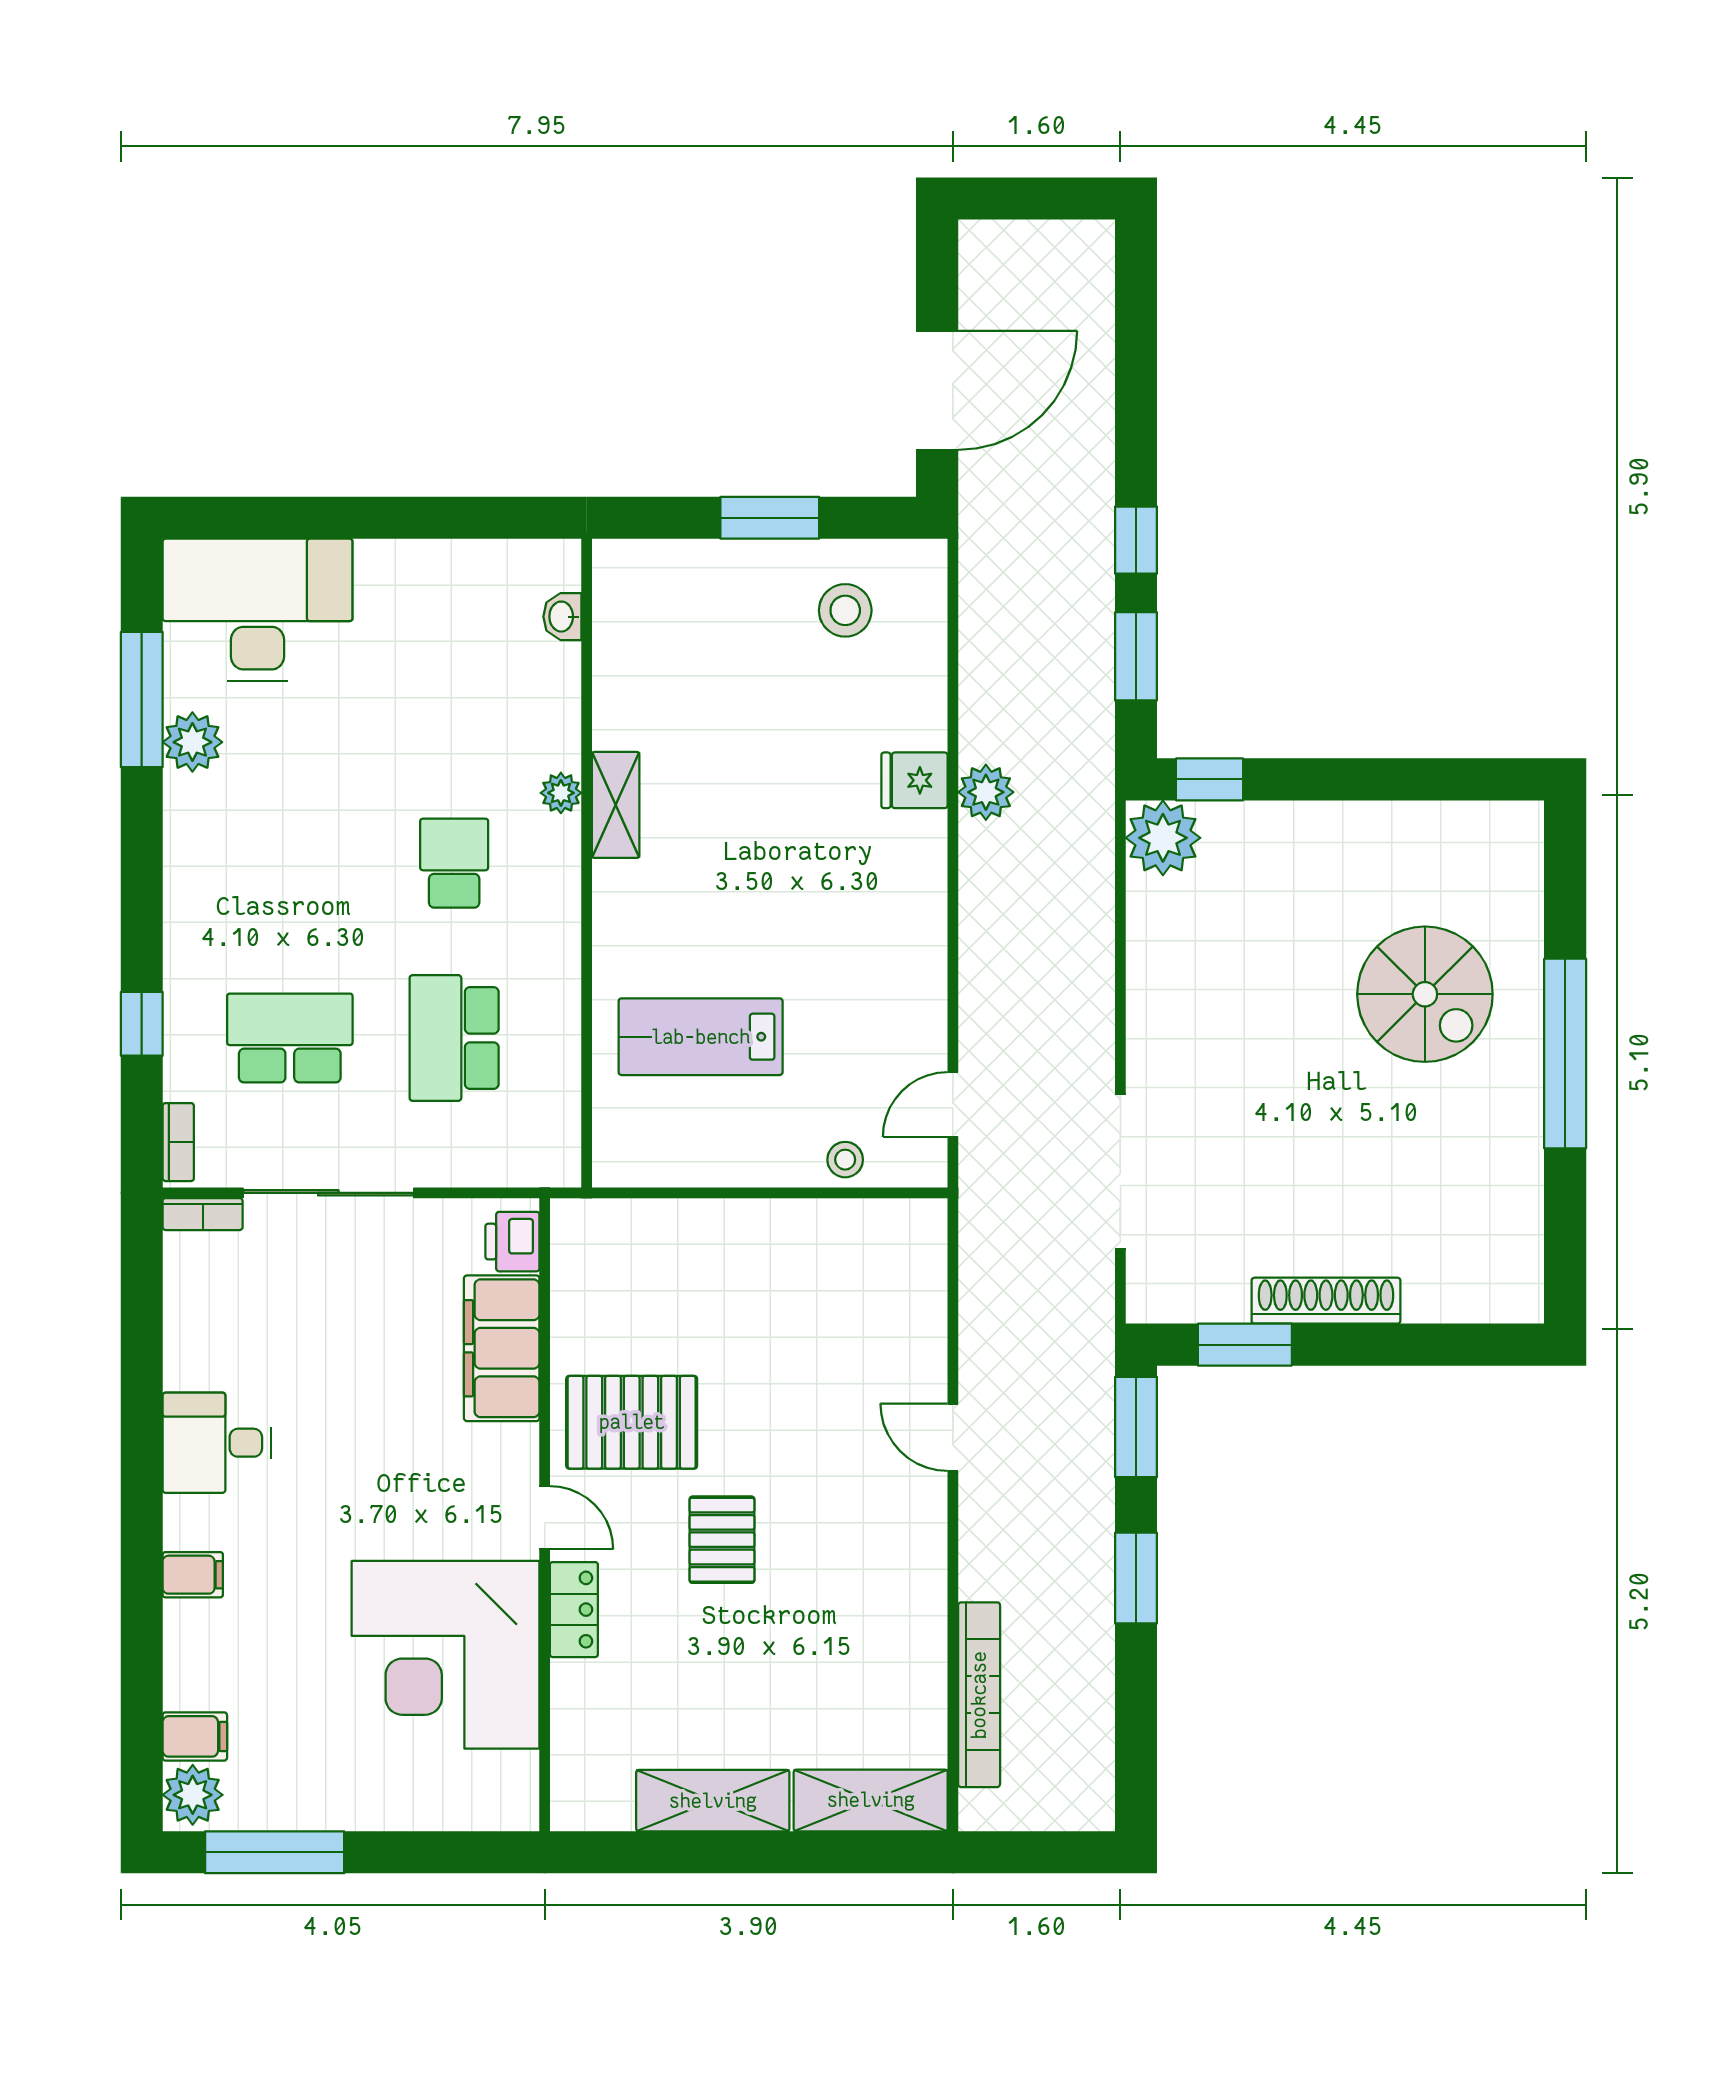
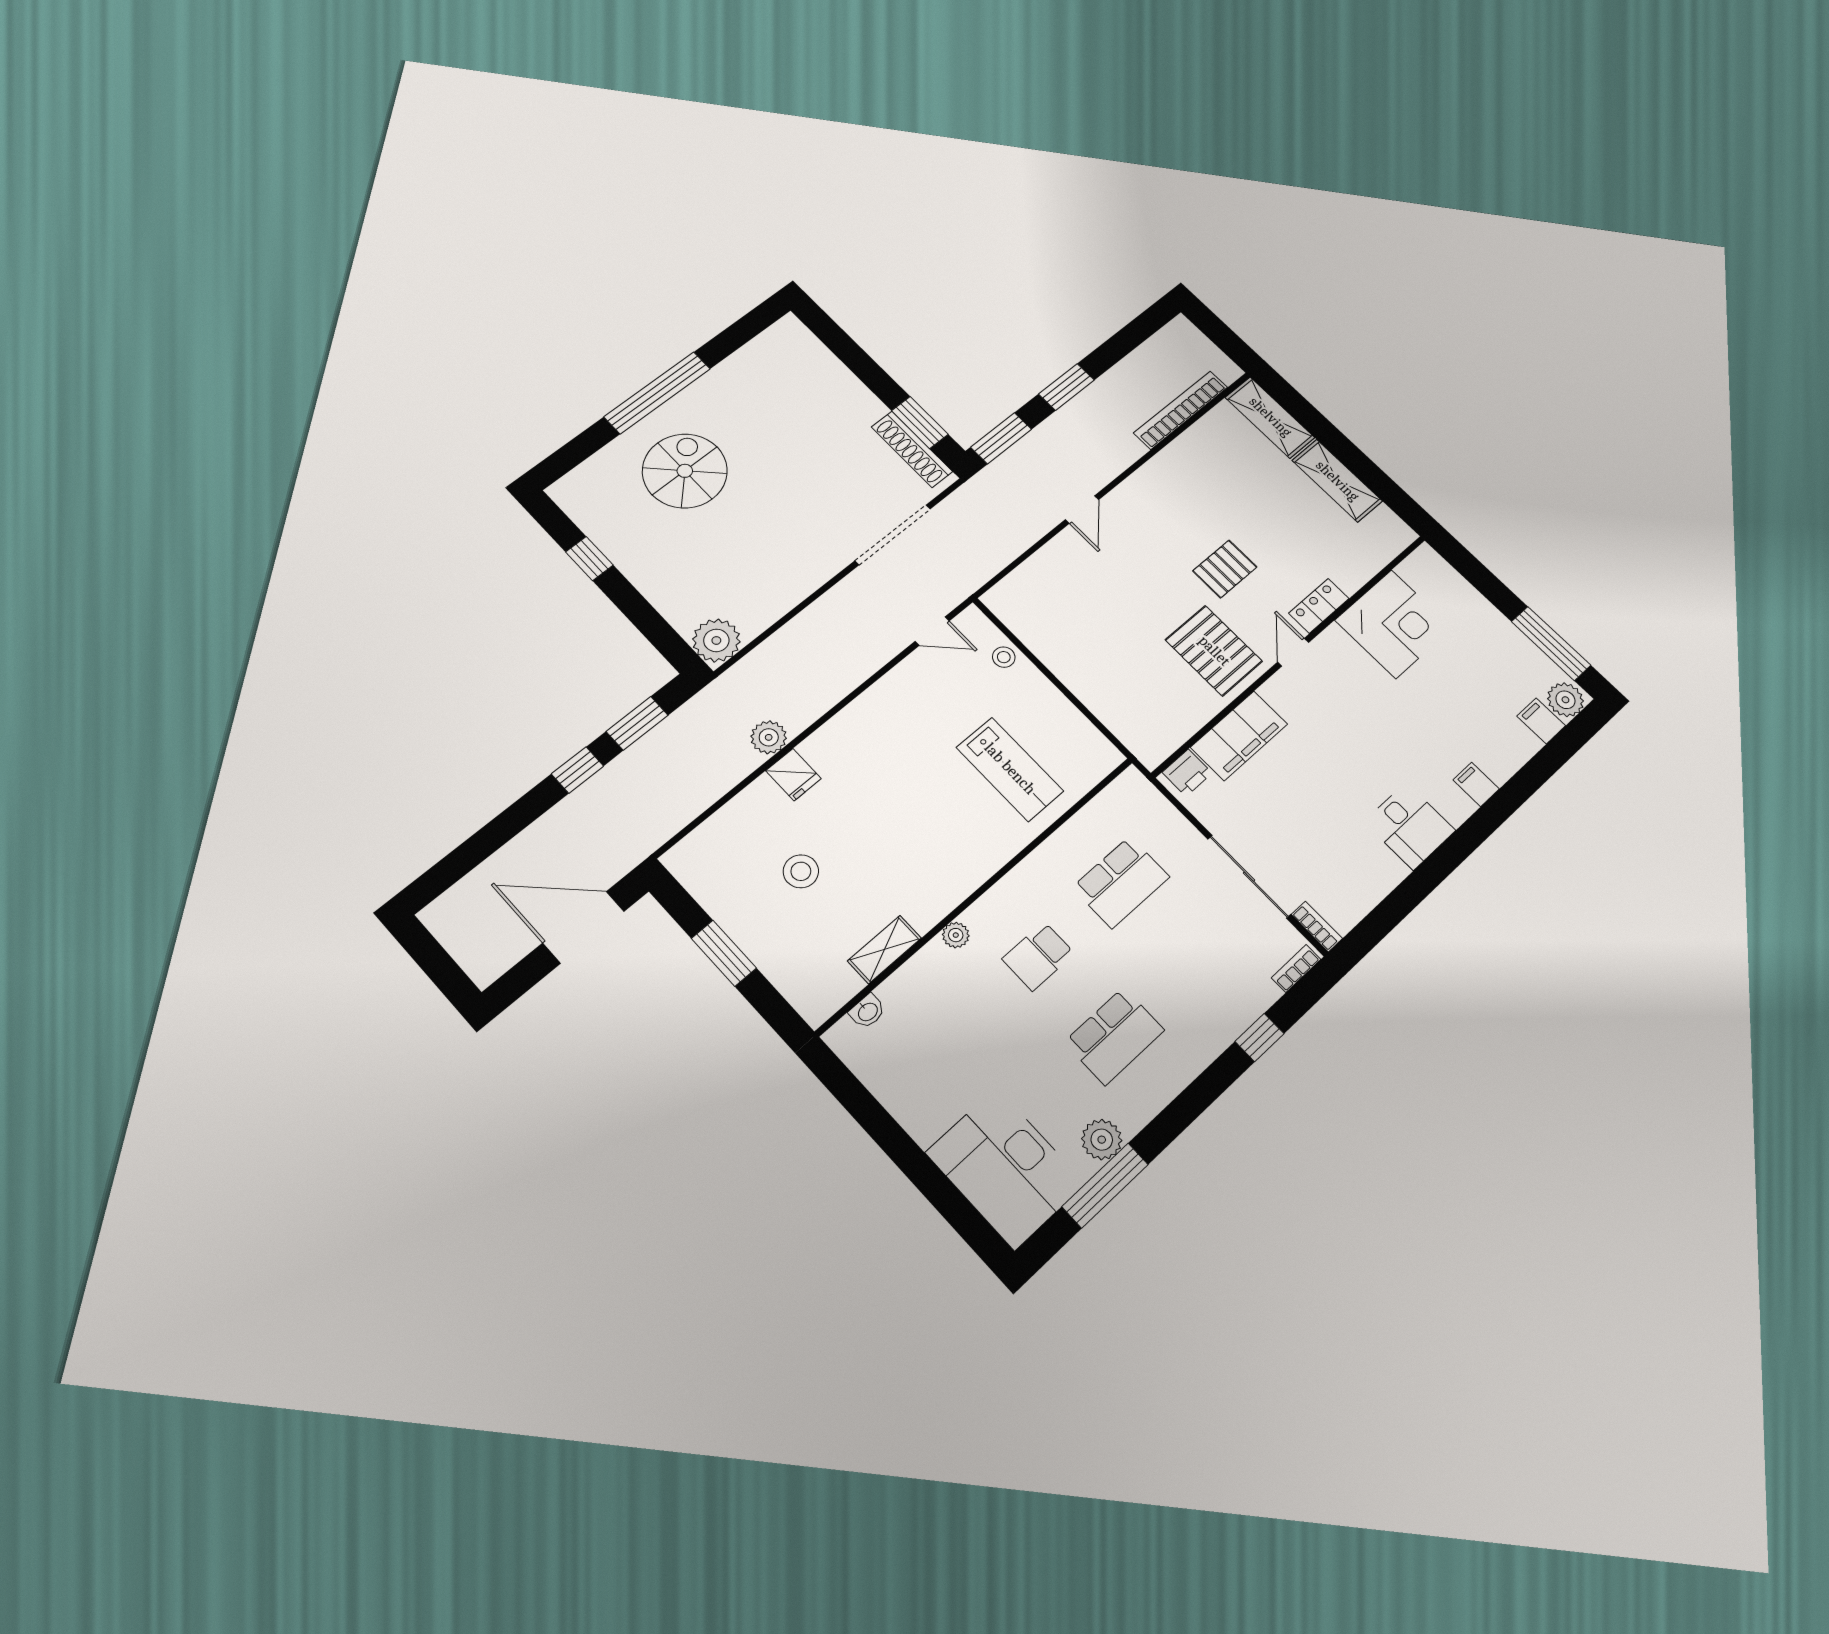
stool: (845, 610) -> (801, 871), moved
window: (1210, 779) -> (589, 559), moved
shelving: (616, 805) -> (884, 950), moved
school desk: (290, 1038) -> (1114, 1036), moved, turned -90
shoe rack: (1326, 1301) -> (912, 449), moved
corner desk: (446, 1655) -> (1394, 624), width x0.74, depth x0.74

